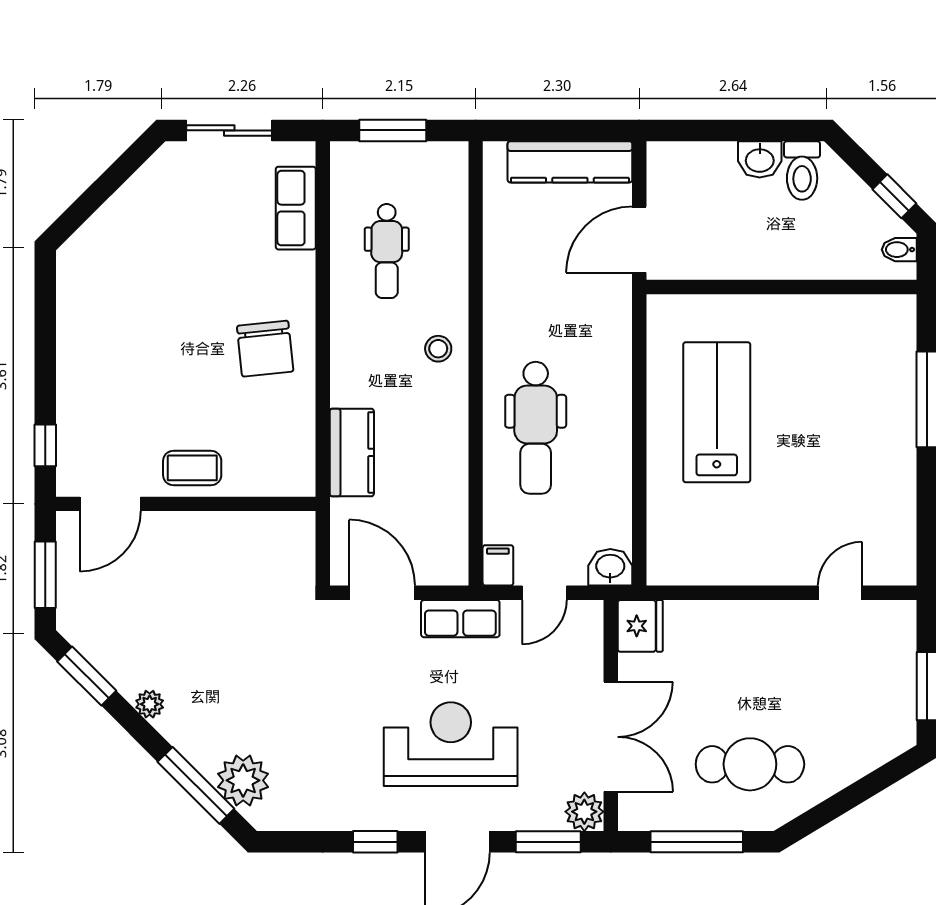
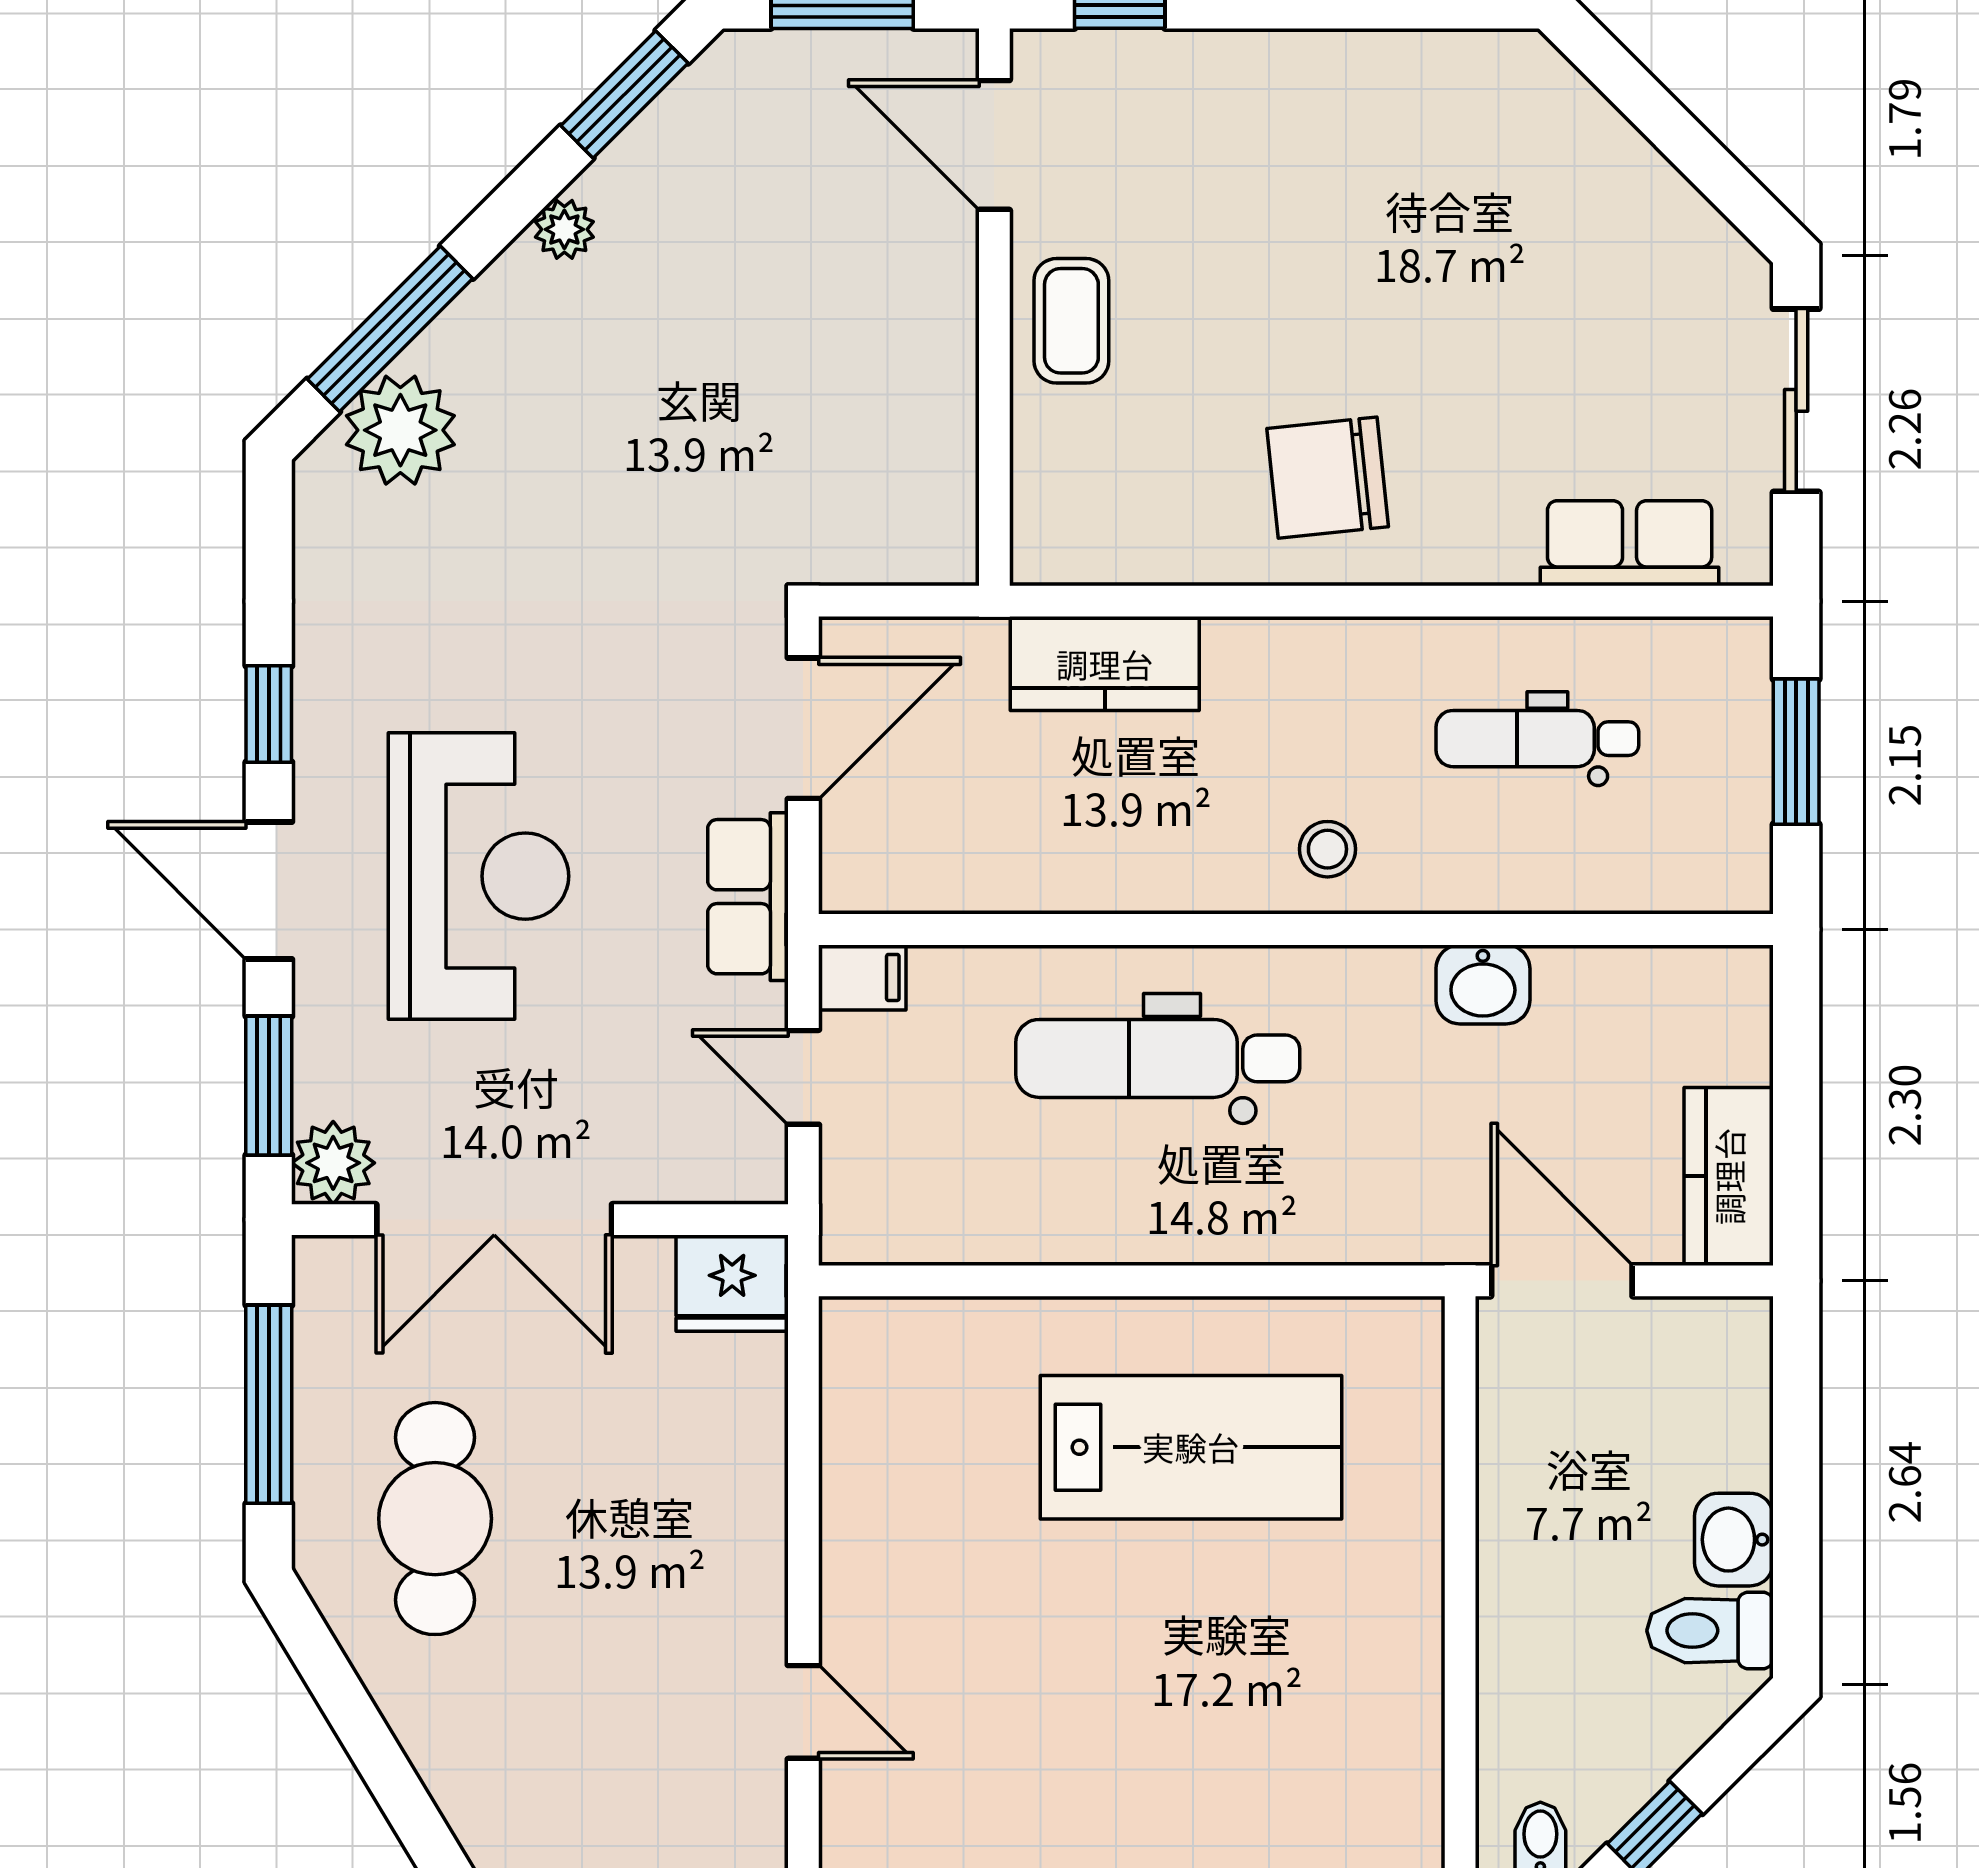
kitchen counter: (570, 162) -> (1729, 1176), width x0.67
washbasin: (610, 567) -> (1483, 984), moved, turned 90

